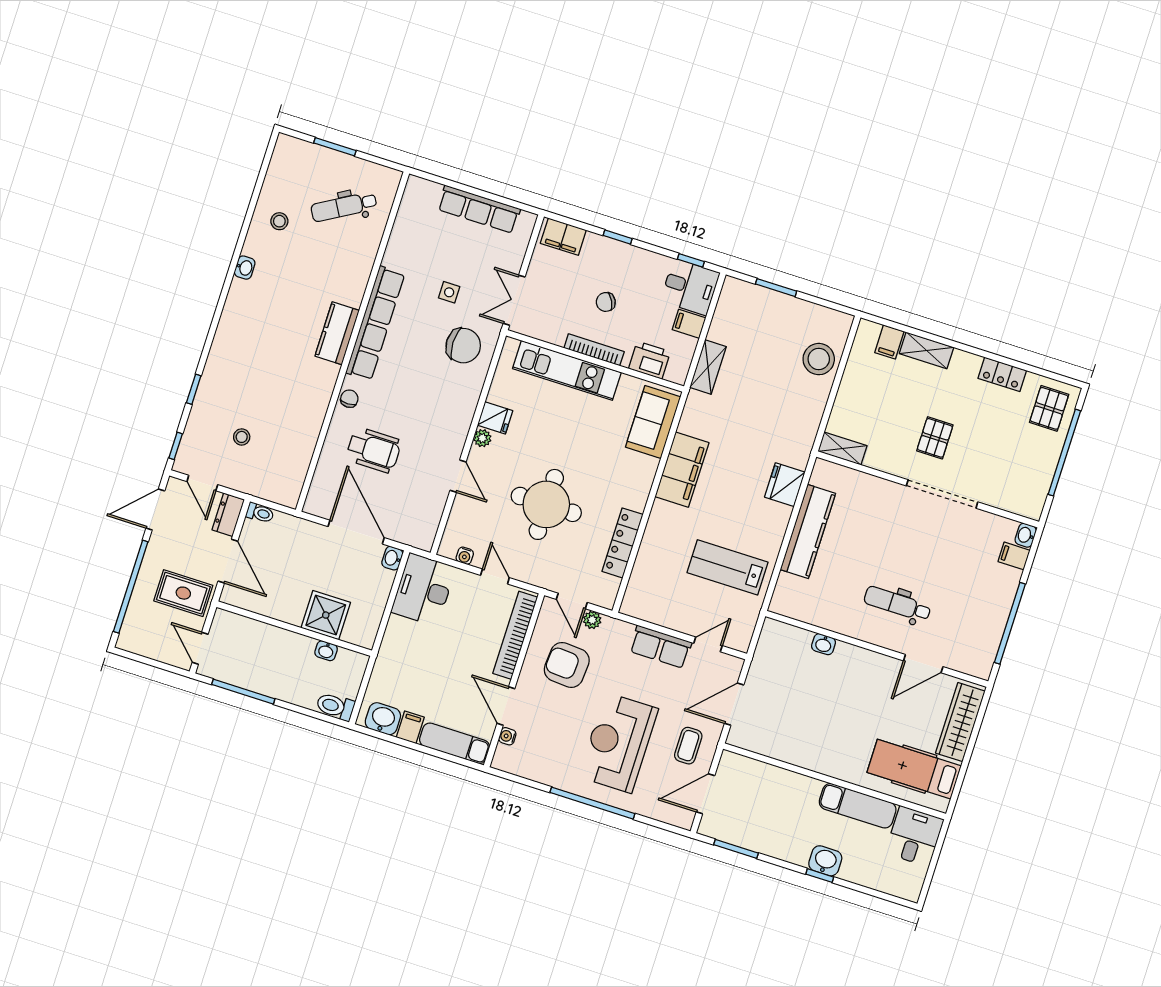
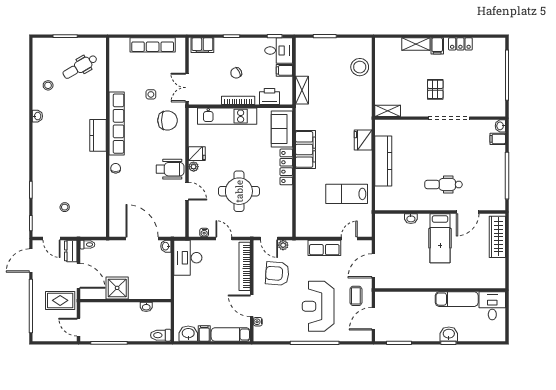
filing cabinet: (889, 342) -> (437, 46), moved
pallet: (1049, 408) -> (491, 54), removed
wheelchair: (374, 450) -> (170, 169), moved
locker: (622, 543) -> (286, 167), moved
shower: (326, 615) -> (117, 288), moved
hospital bed: (914, 769) -> (440, 238), moved, turned -90

